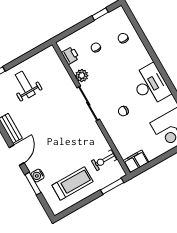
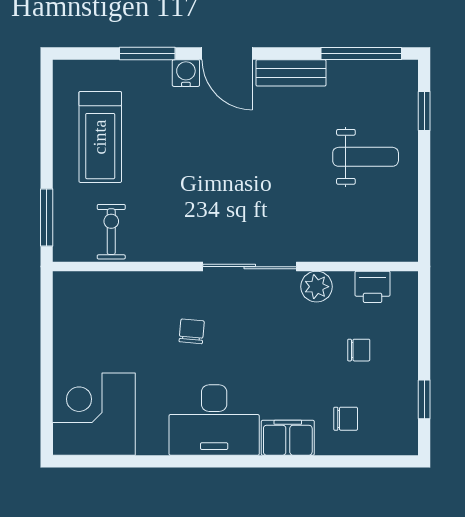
filing cabinet: (136, 161) -> (288, 438), moved, turned -90
water cooler: (38, 175) -> (186, 73), moved

